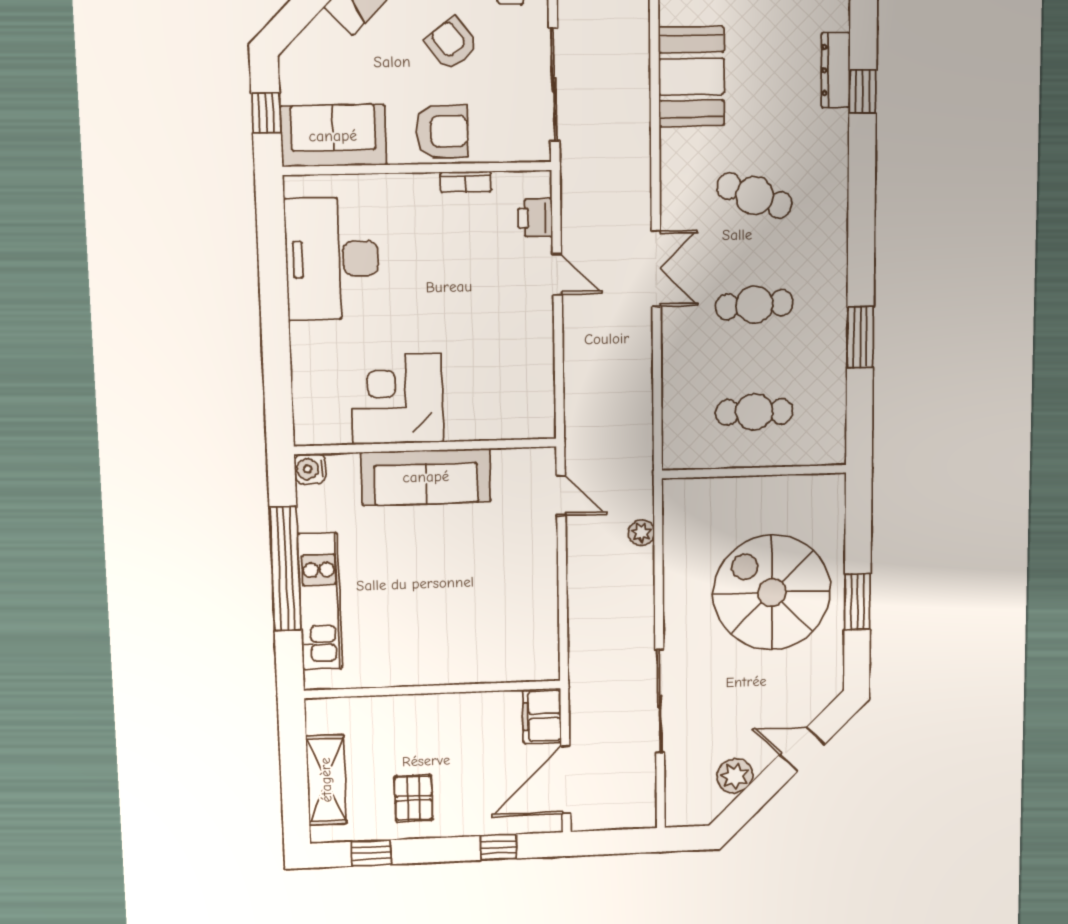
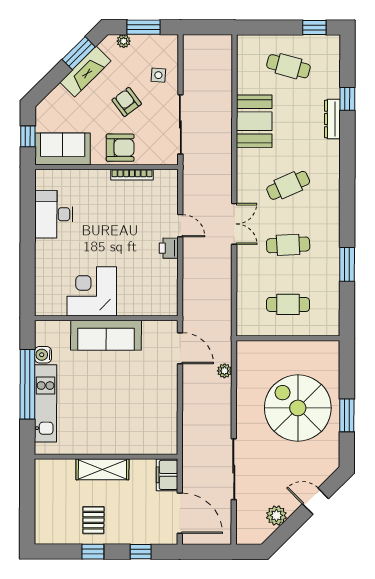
window: (863, 91) -> (347, 99), moved
bookcase: (466, 182) -> (132, 175), width x1.56
cafe table: (754, 196) -> (288, 185), turned -45
printer: (535, 218) -> (169, 248), moved
desk: (332, 259) -> (54, 214), width x0.73, depth x0.77
water cooler: (310, 469) -> (43, 355), moved
door: (561, 496) -> (180, 348), width x1.38
shelving: (326, 780) -> (102, 469), moved, turned 90
door: (566, 780) -> (180, 513), swing flipped
window: (371, 853) -> (93, 552), moved

